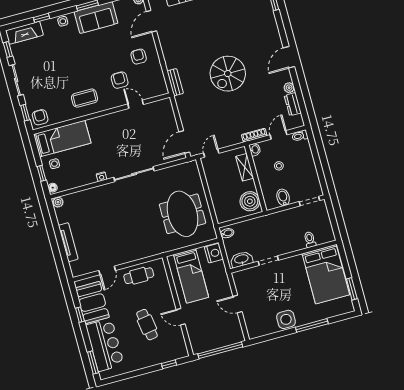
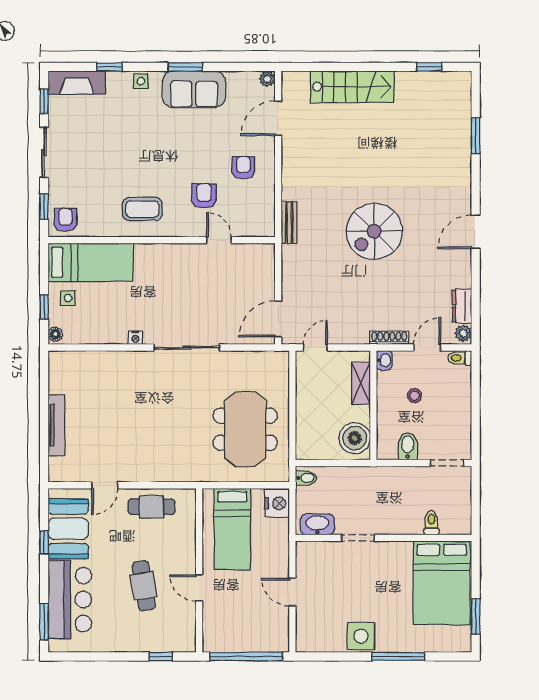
plant: (289, 88) -> (463, 333), moved
plant: (58, 202) -> (57, 359), removed

